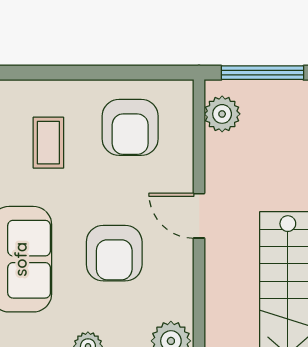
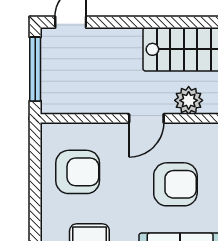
plant: (222, 114) -> (189, 100), moved

